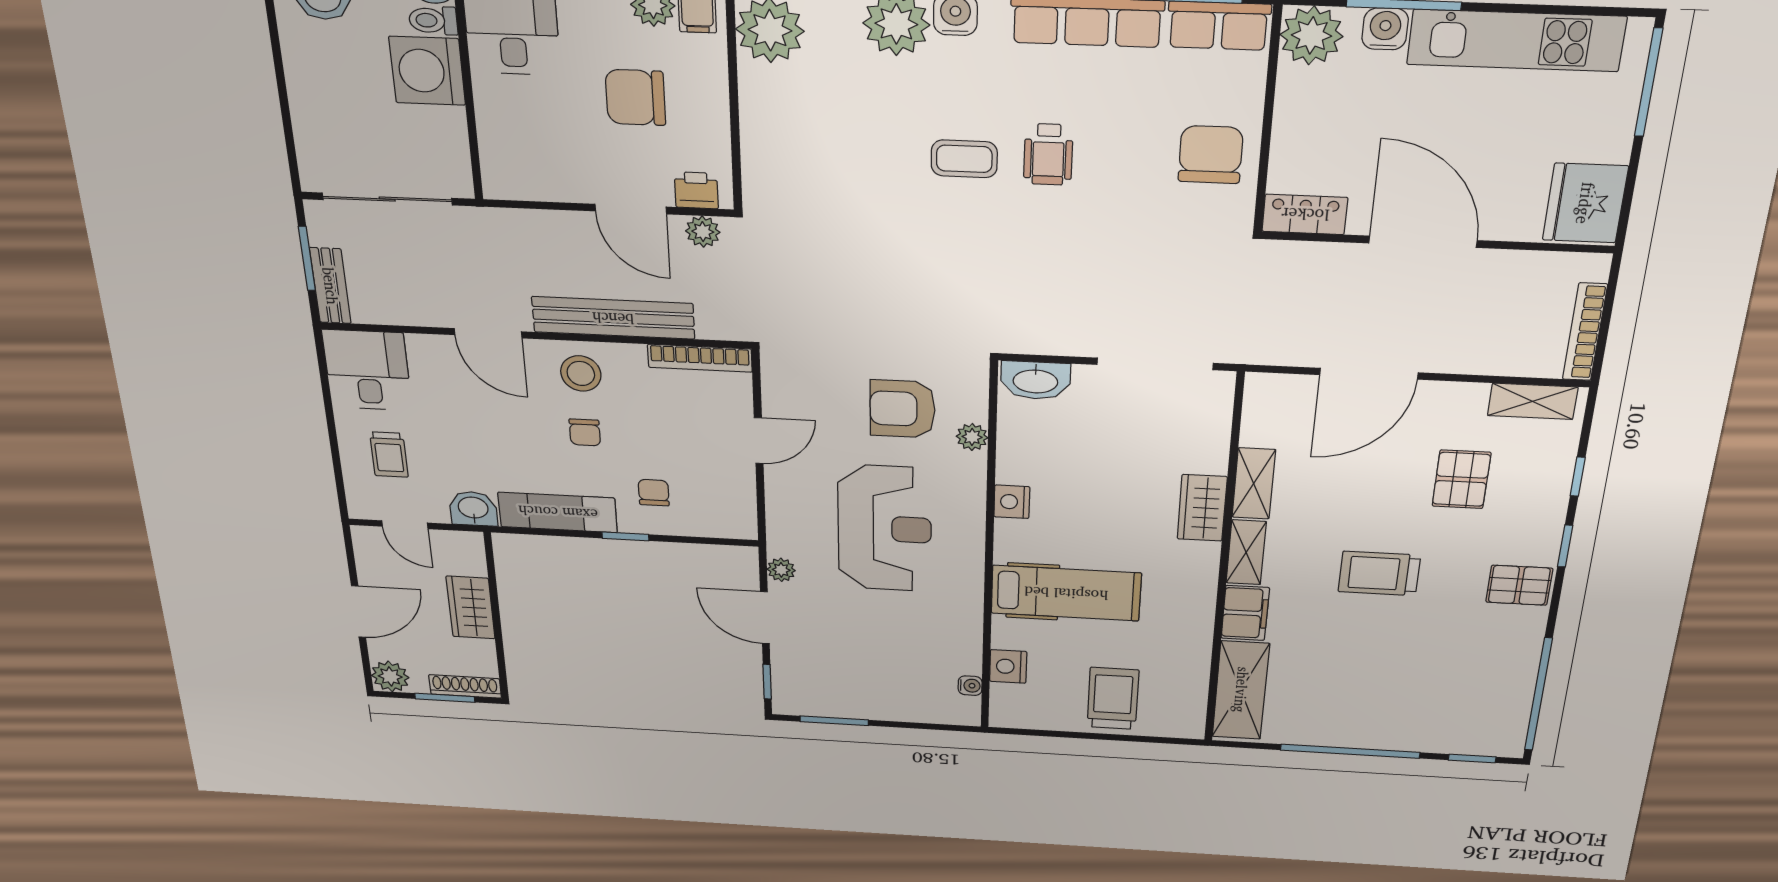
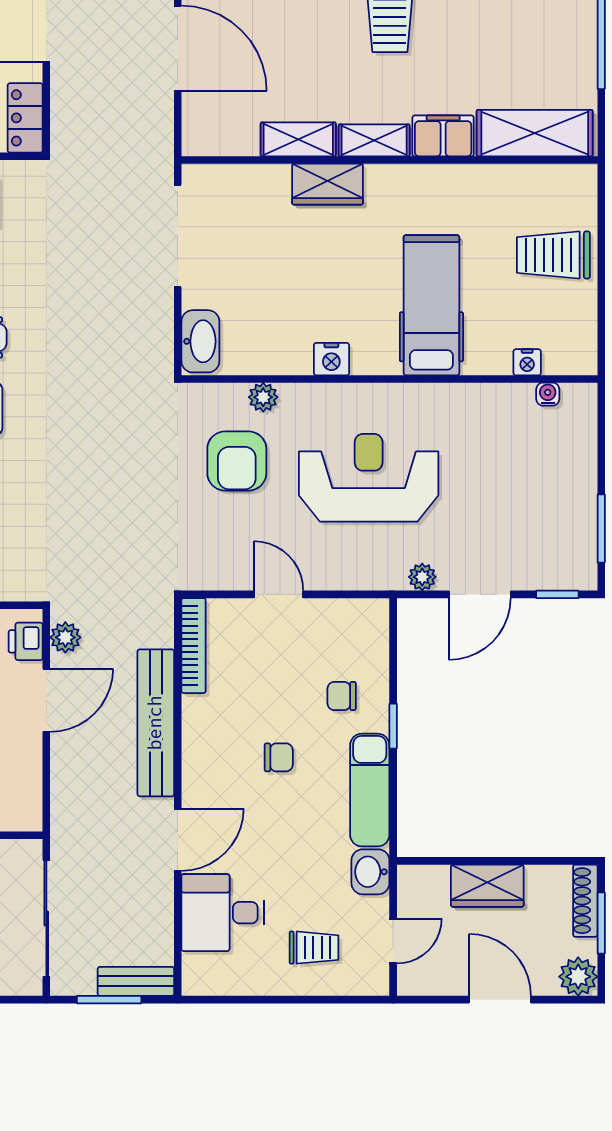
desk: (367, 370) -> (223, 913), moved
stool: (581, 373) -> (215, 757), removed
nightstand: (1008, 666) -> (527, 362), width x0.72, depth x0.74

